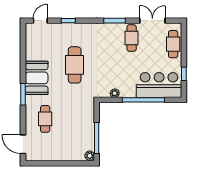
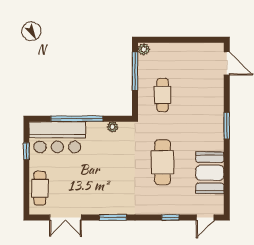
cafe table: (132, 38) -> (92, 196), removed
booth: (37, 78) -> (210, 173), moved
cafe table: (45, 119) -> (163, 95), moved

